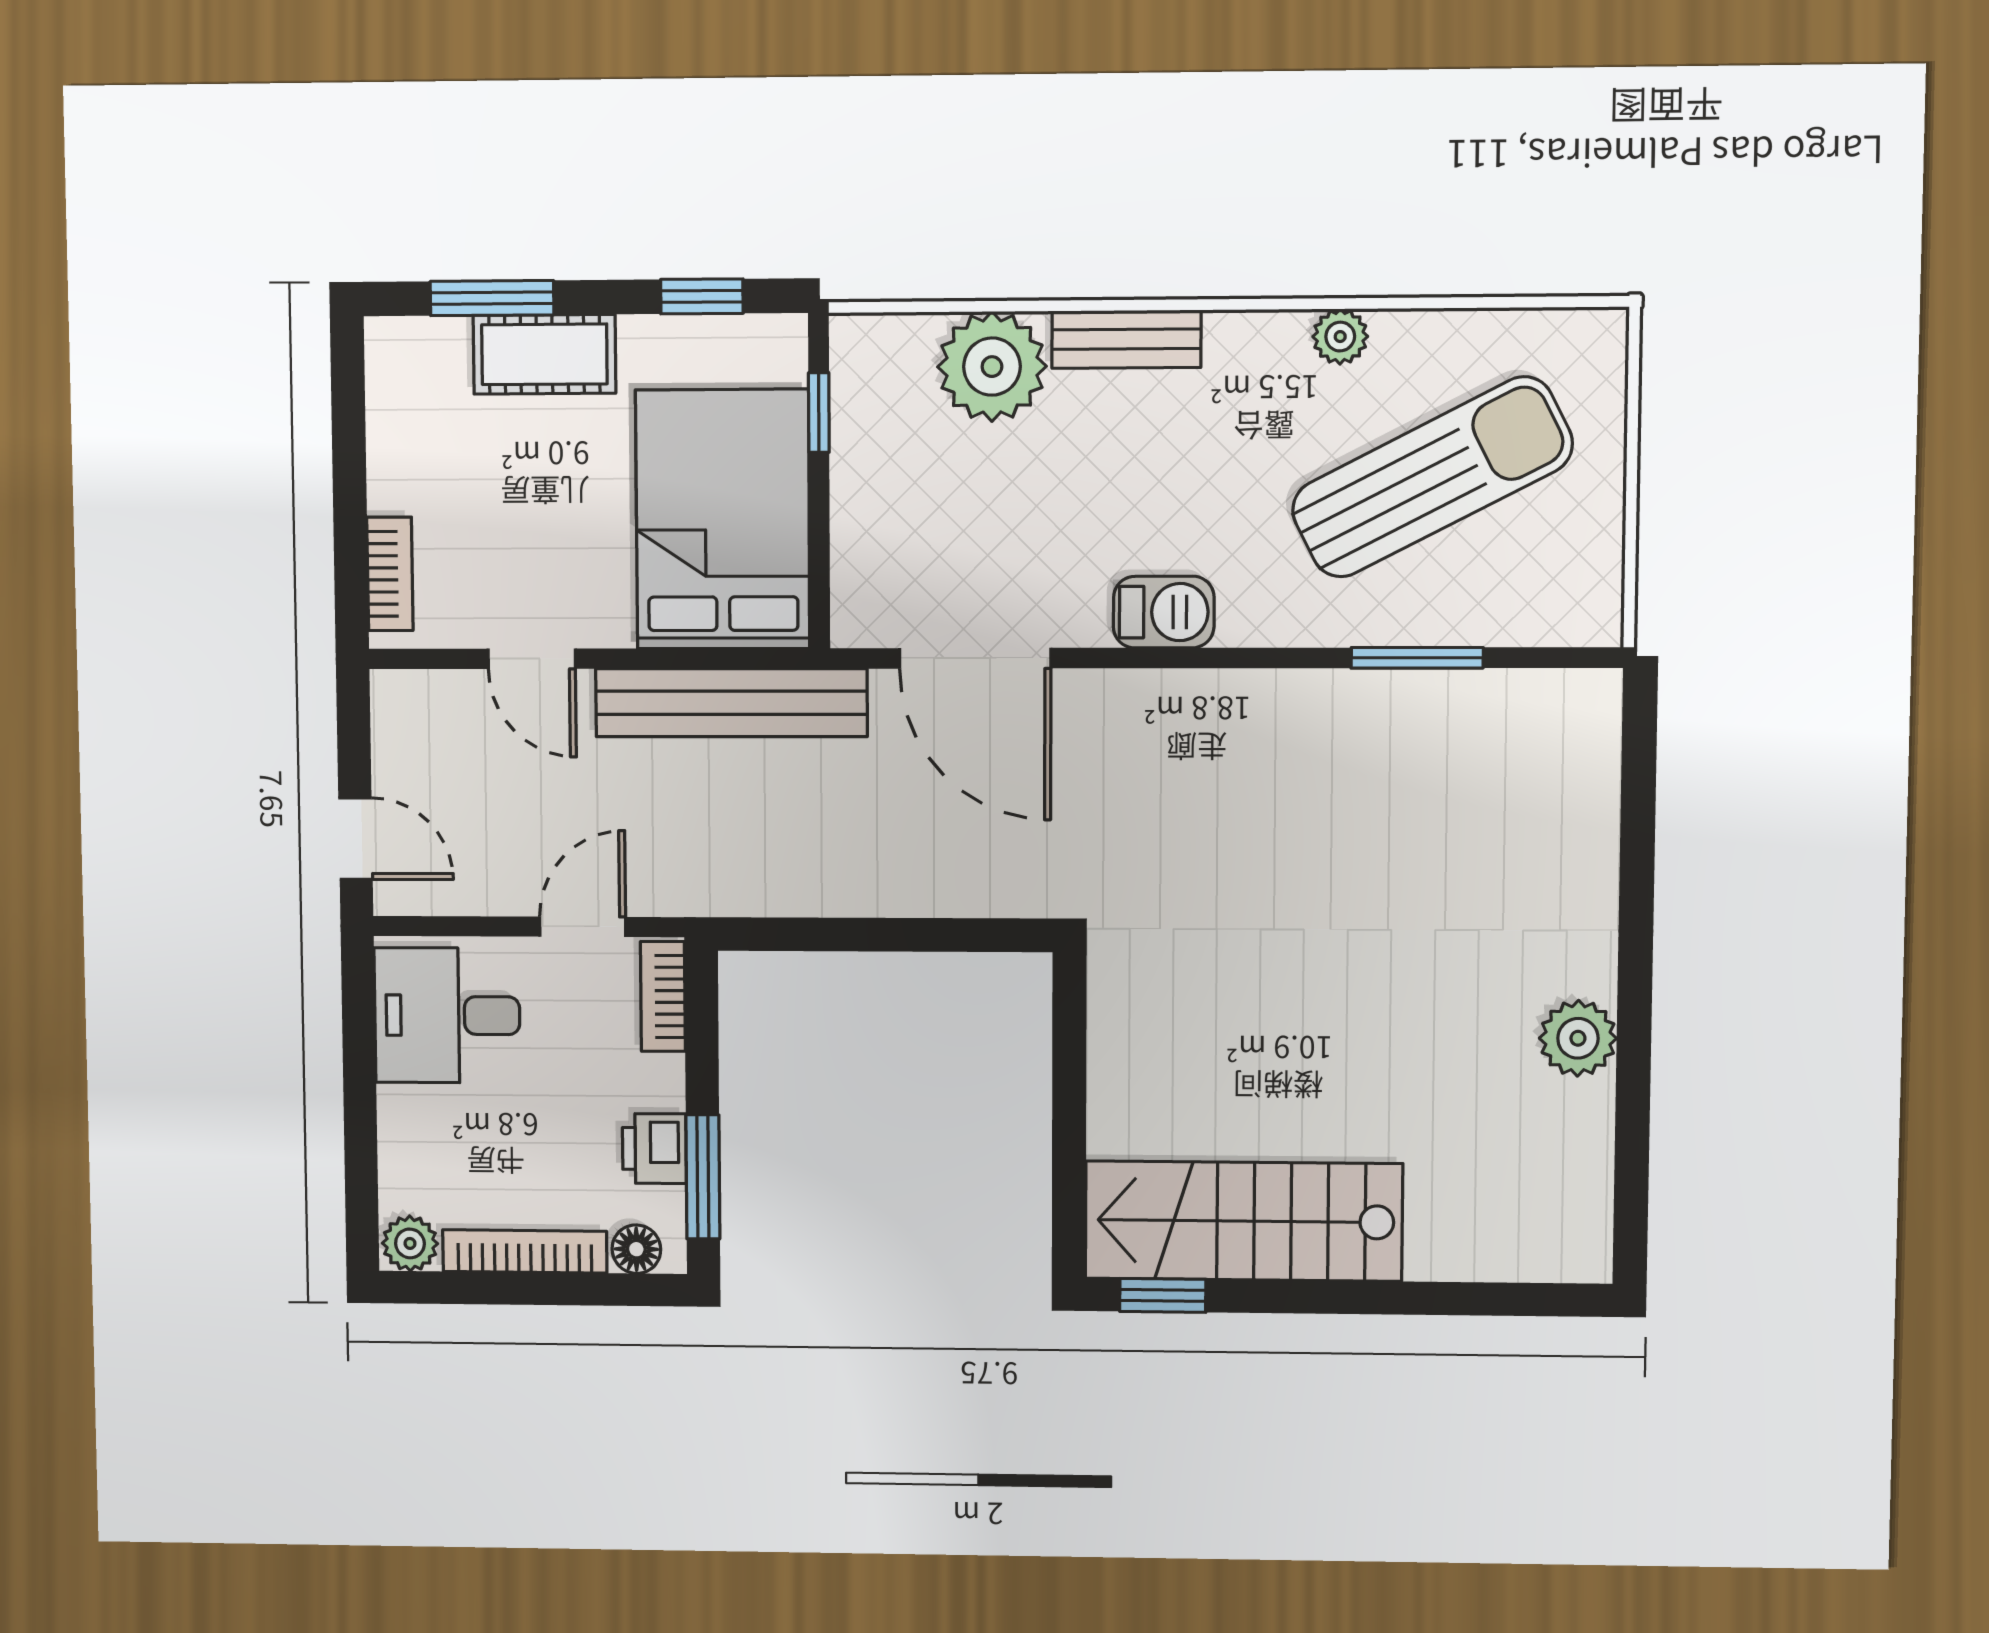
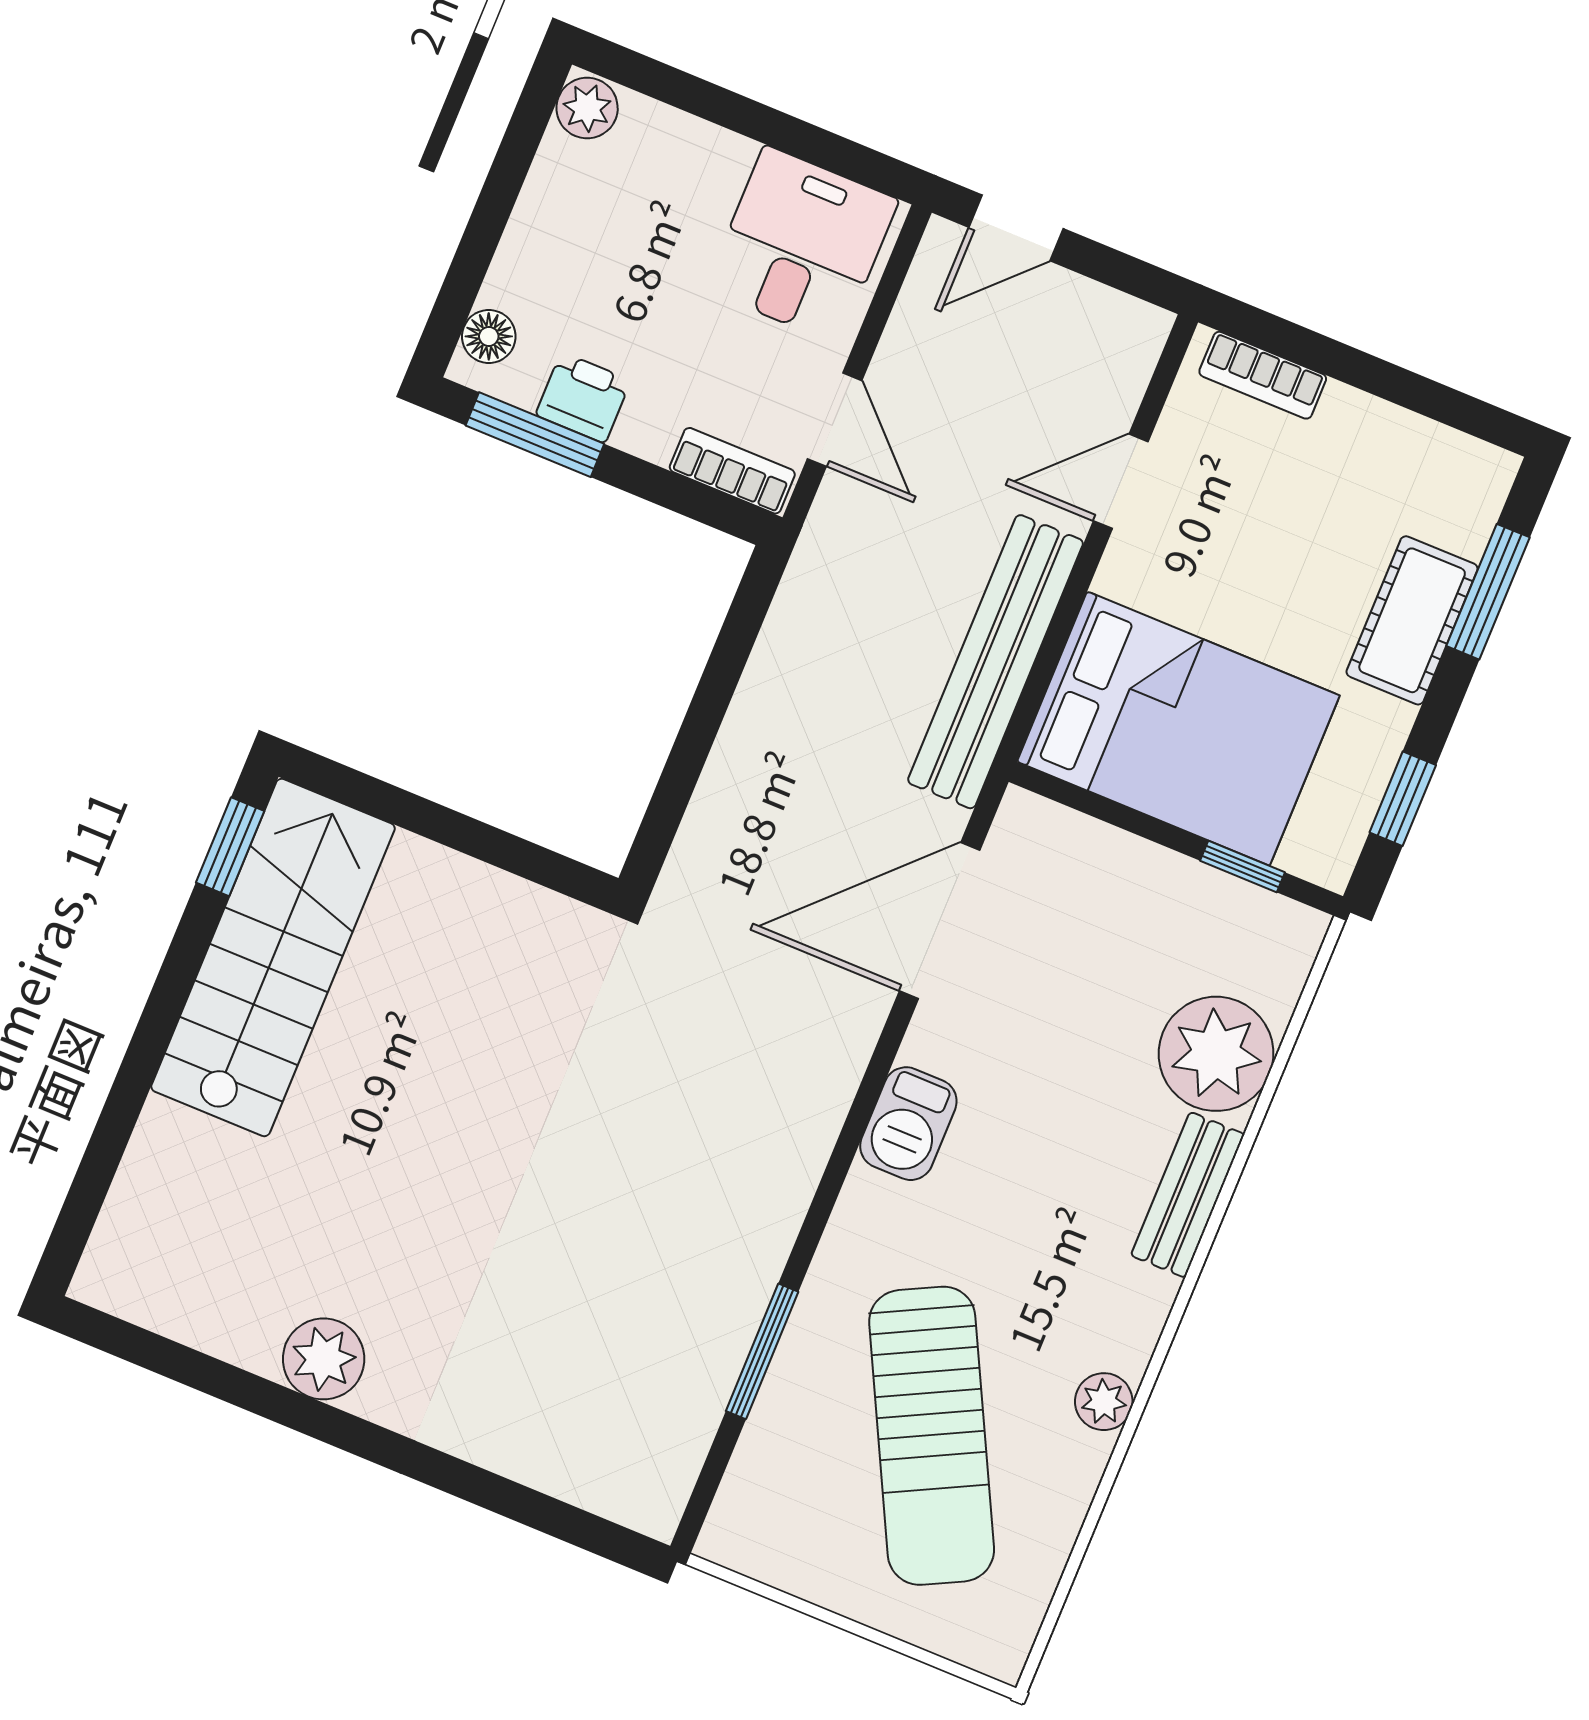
bookcase: (525, 1251) -> (532, 222), removed

